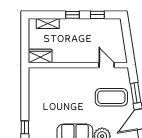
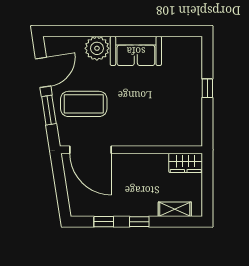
door: (107, 65) -> (91, 150), width x1.88
window: (25, 127) -> (207, 88), moved

